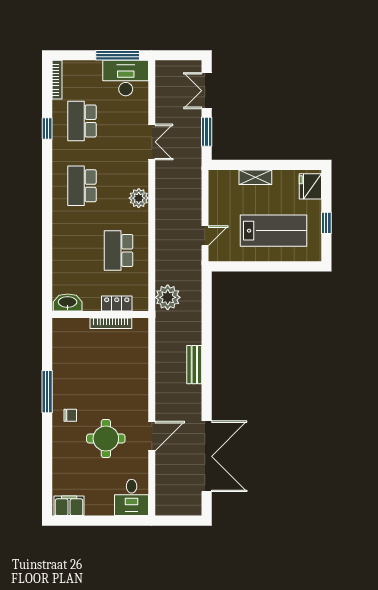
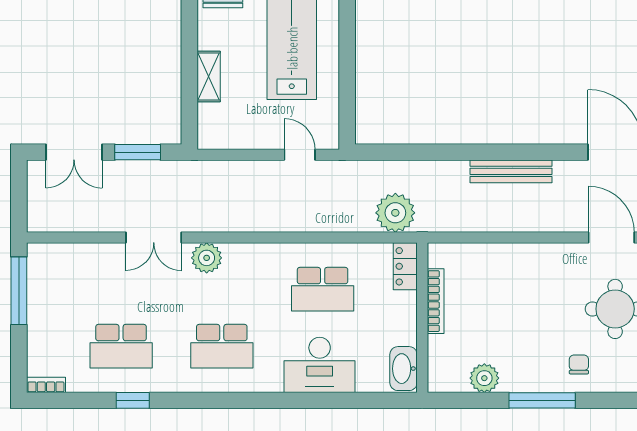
desk: (126, 78) -> (320, 365), moved, turned -90
bookcase: (57, 80) -> (46, 385), width x0.64
double door: (152, 142) -> (154, 238), swing flipped
plant: (139, 198) -> (207, 258), moved
locker: (117, 304) -> (405, 266), moved
plant: (61, 354) -> (484, 378), added
bench: (194, 365) -> (511, 171), width x1.36

